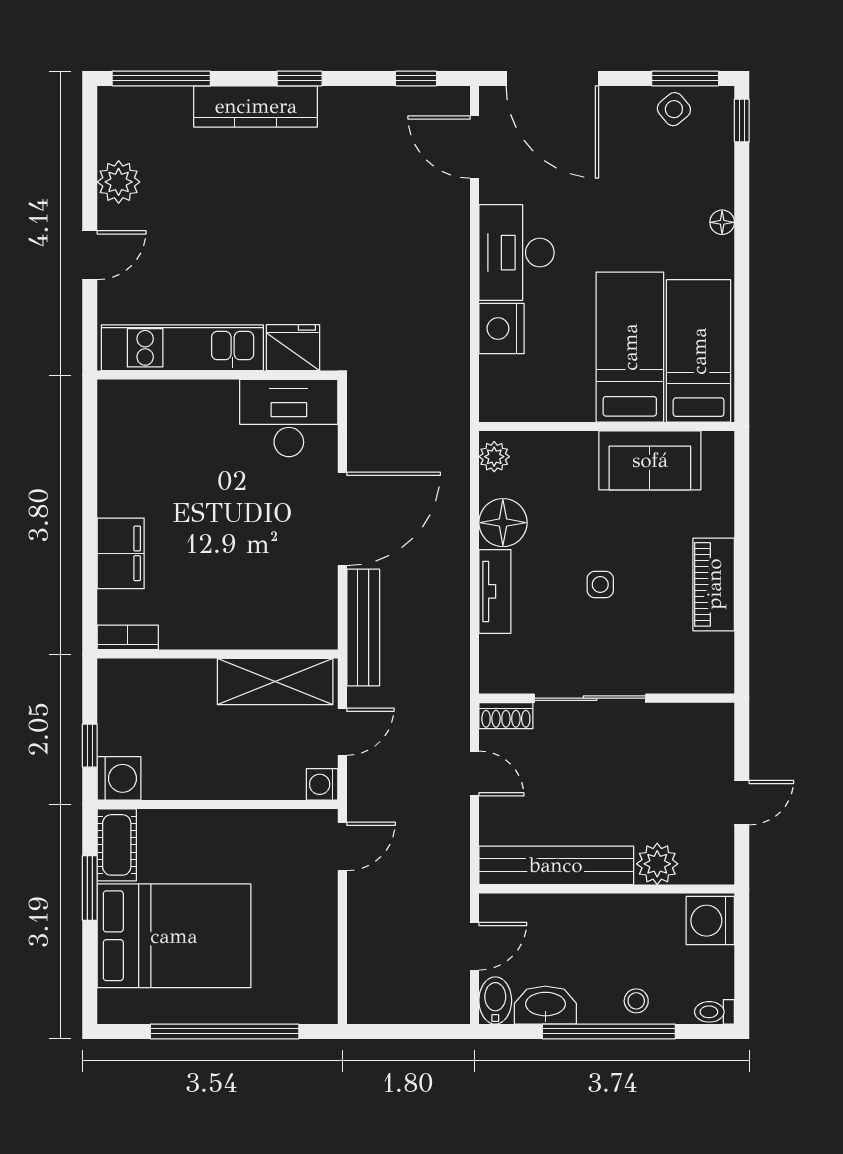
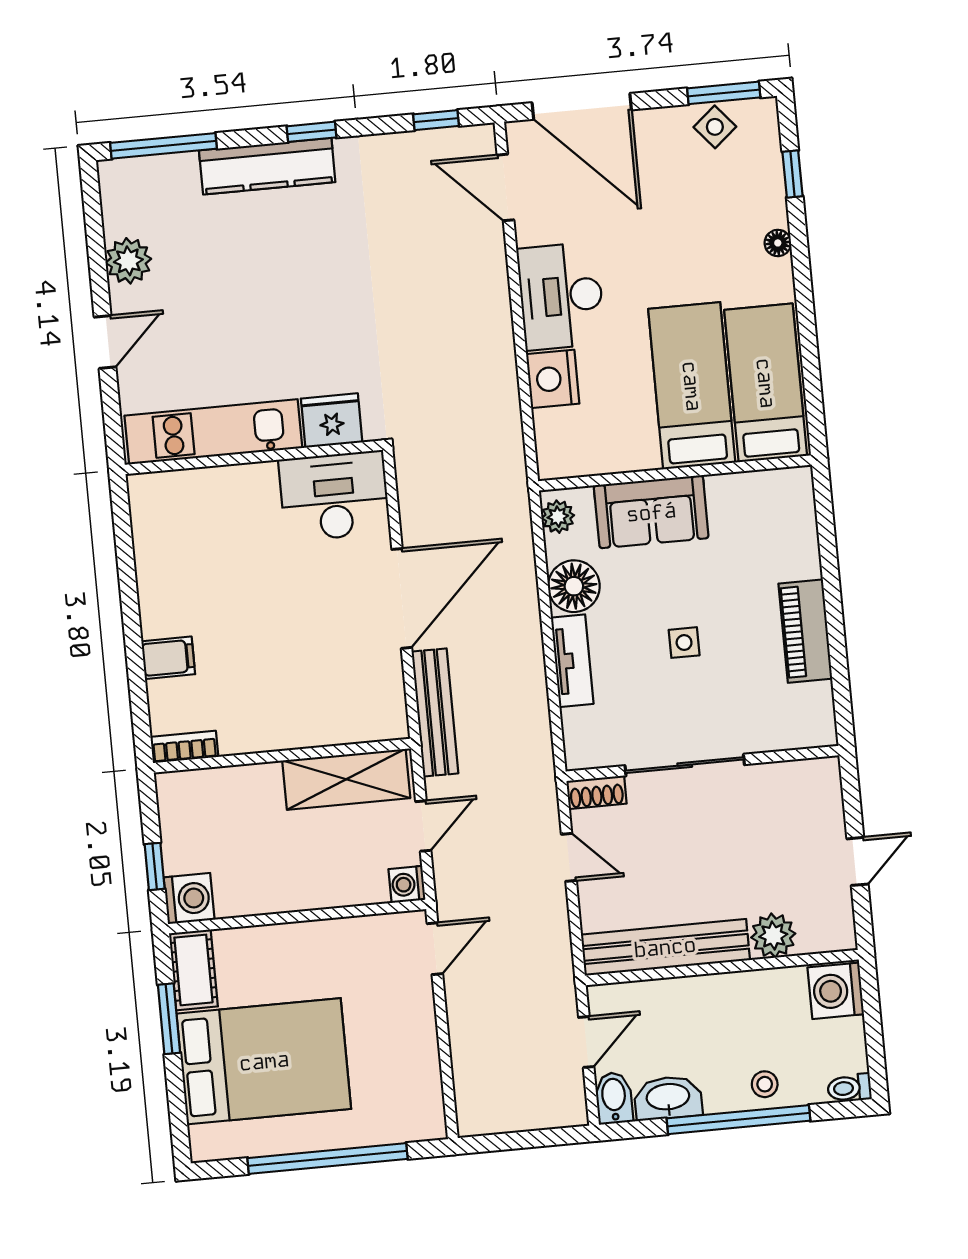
window: (742, 120) -> (792, 174), moved
sofa: (650, 460) -> (651, 512), moved
filing cabinet: (121, 553) -> (168, 658), width x0.50

